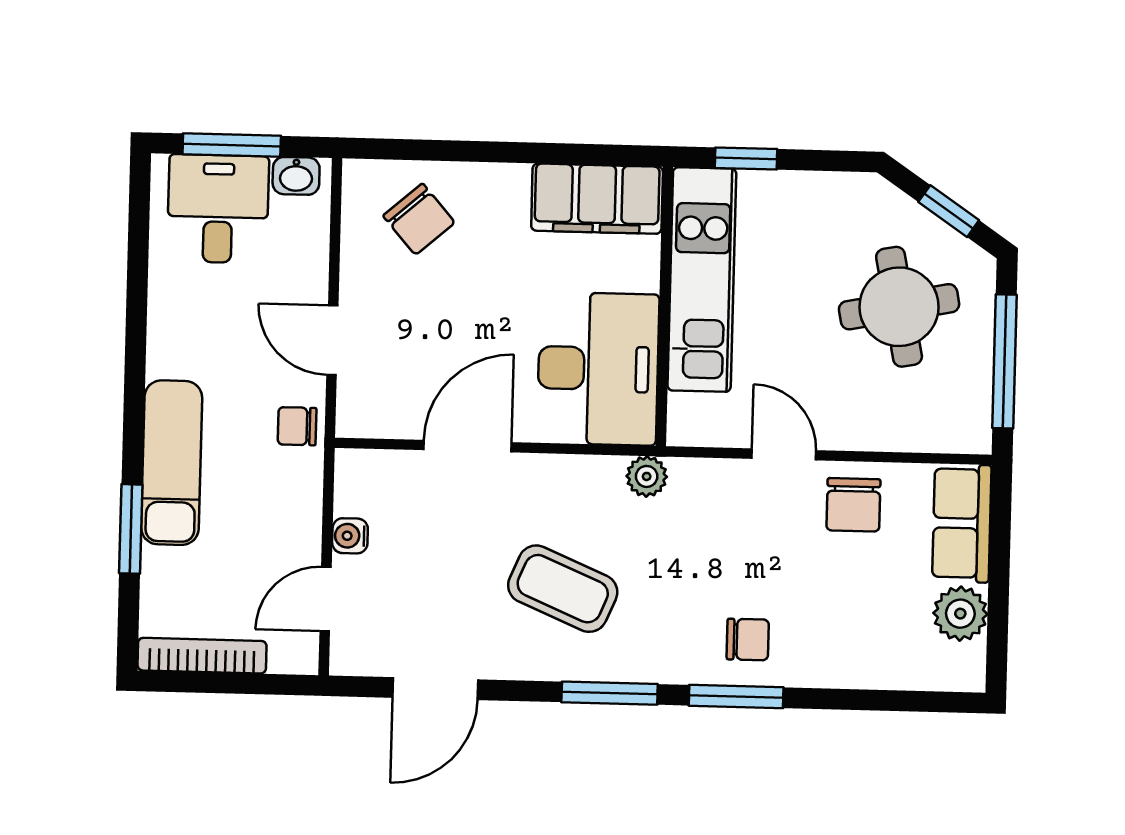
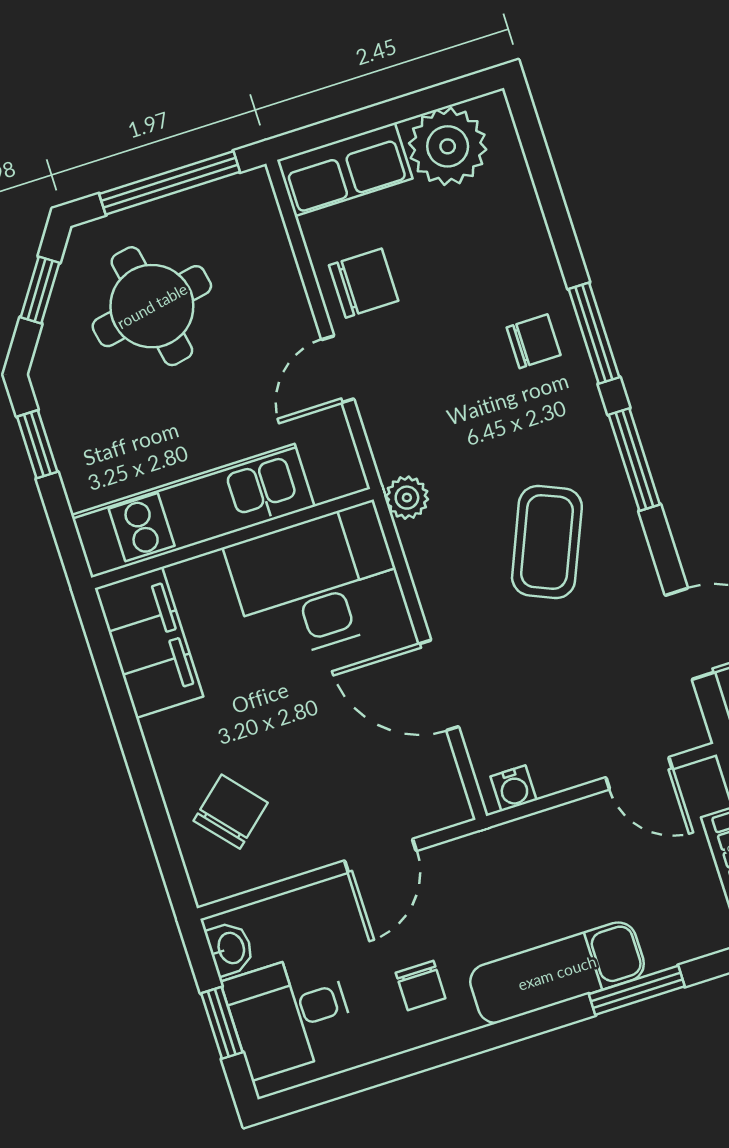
window: (232, 145) -> (222, 1023), width x0.67
window: (746, 158) -> (37, 444), moved
chair: (297, 426) -> (421, 985), moved
water cooler: (350, 536) -> (513, 788), moved
plant: (960, 614) -> (448, 146), width x1.36, depth x1.36
chair: (748, 639) -> (534, 341), turned 90

